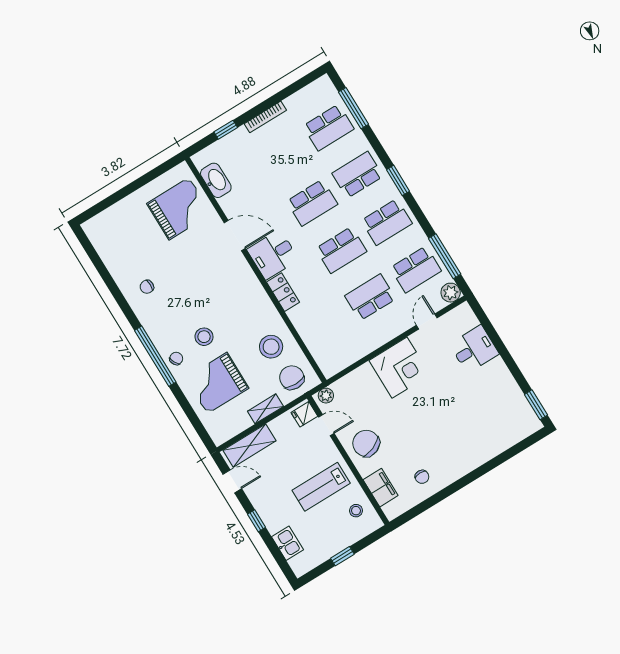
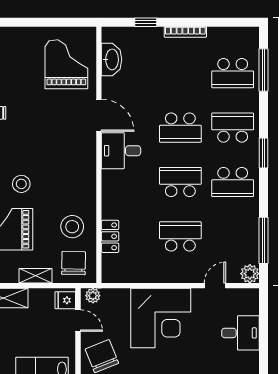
grand piano: (179, 209) -> (66, 64), turned -90
school desk: (341, 250) -> (180, 182), turned 180
school desk: (416, 269) -> (233, 236), removed
locker: (283, 292) -> (110, 236), moved
corner desk: (400, 368) -> (161, 318), width x1.36, depth x1.36

